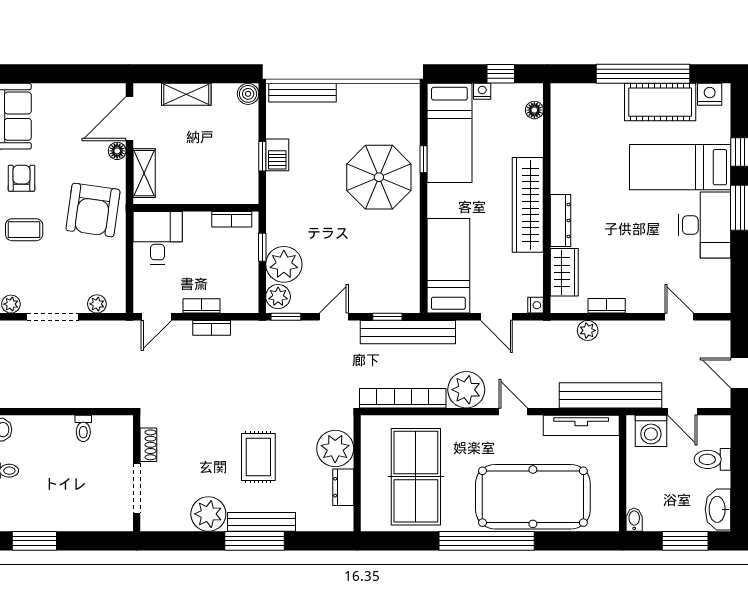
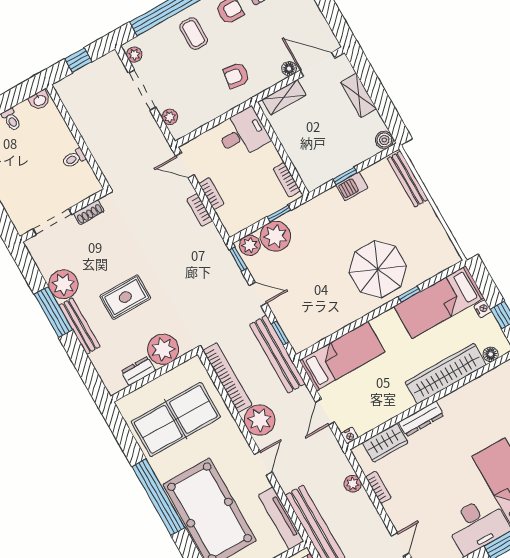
wardrobe: (528, 205) -> (446, 374), moved
armchair: (93, 210) -> (236, 75), width x0.53, depth x0.53
window: (254, 541) -> (53, 312), moved

